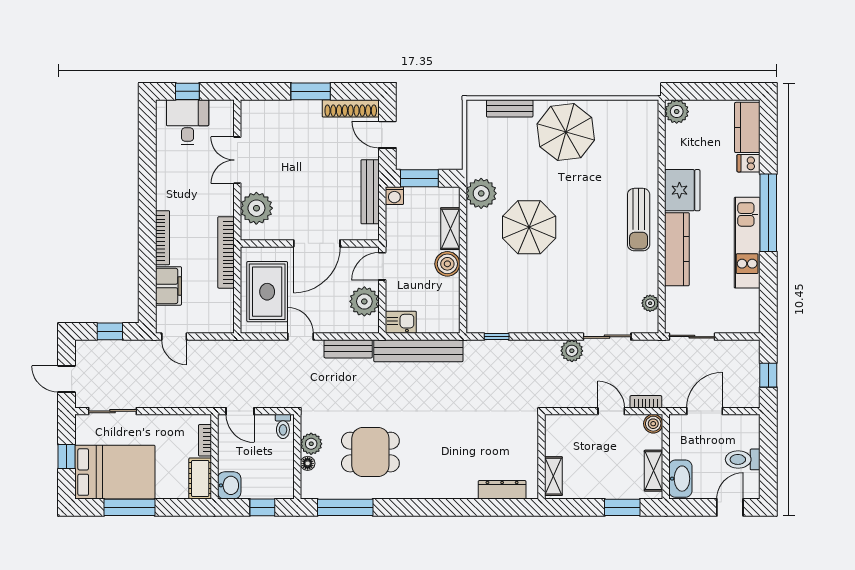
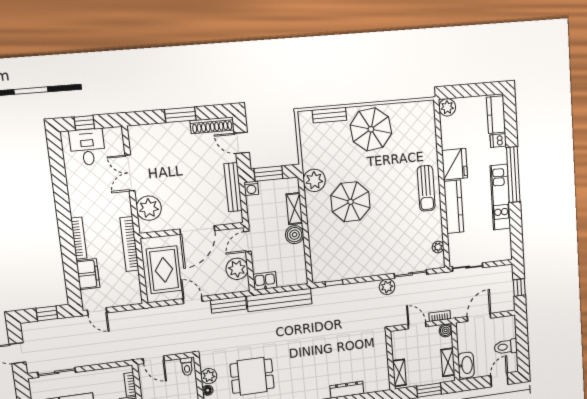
wall: (542, 457) -> (390, 361), moved
shelving: (553, 476) -> (399, 373), moved

